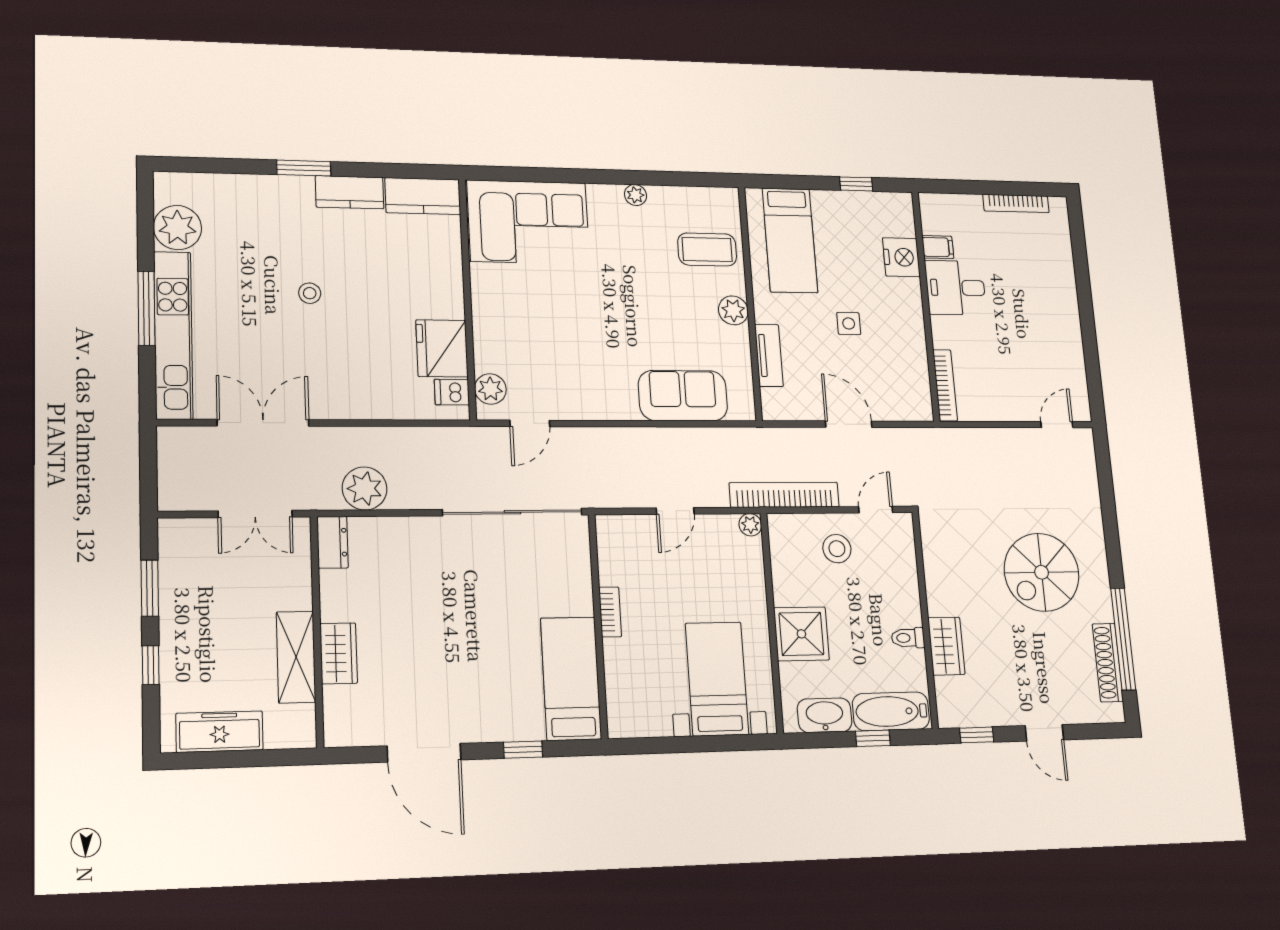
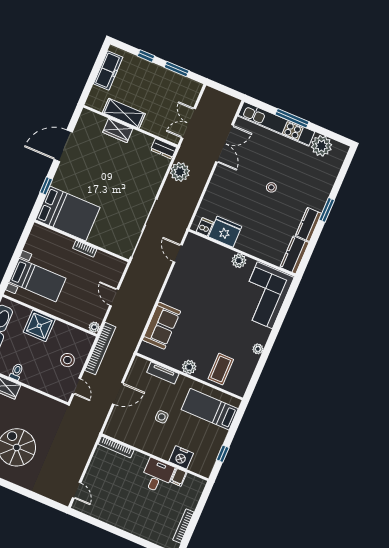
plant: (490, 389) -> (239, 261), moved
bed: (571, 678) -> (68, 214), width x1.50

